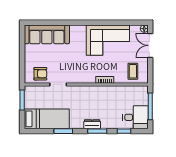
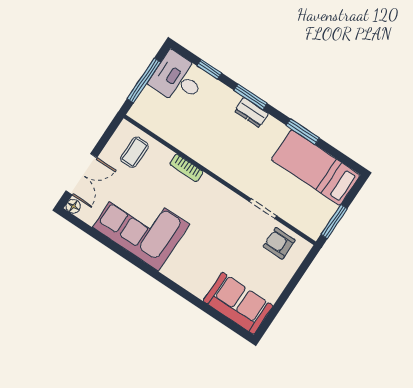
sofa: (47, 34) -> (238, 303), width x0.73

